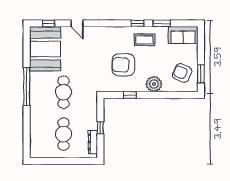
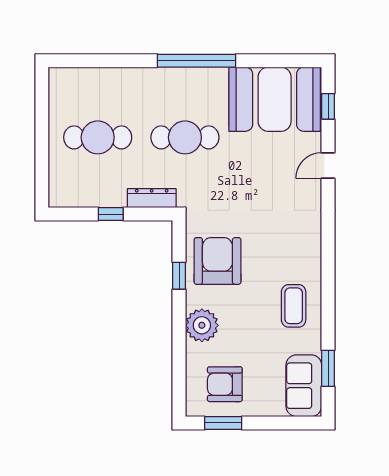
window: (137, 23) -> (328, 291), removed
window: (162, 23) -> (328, 368), moved
armchair: (123, 65) -> (217, 261), moved
armchair: (182, 73) -> (225, 384), turned -114
dresser: (93, 142) -> (152, 198), moved

